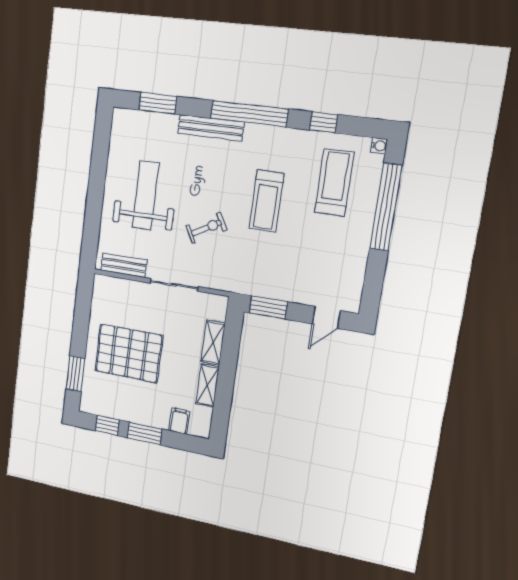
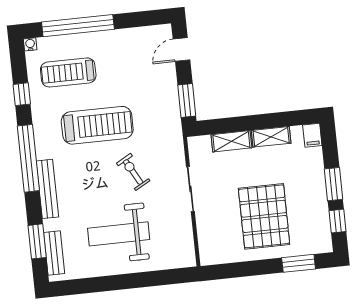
treadmill: (266, 201) -> (97, 125), width x1.37, depth x1.38
bench: (124, 265) -> (54, 253), moved
door: (326, 317) -> (181, 50), swing flipped
filing cabinet: (179, 421) -> (312, 135), moved, turned -90

